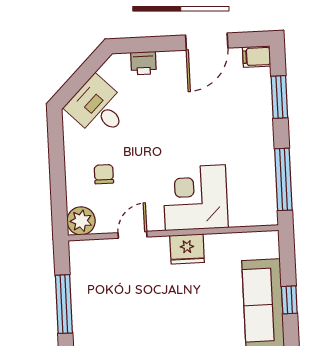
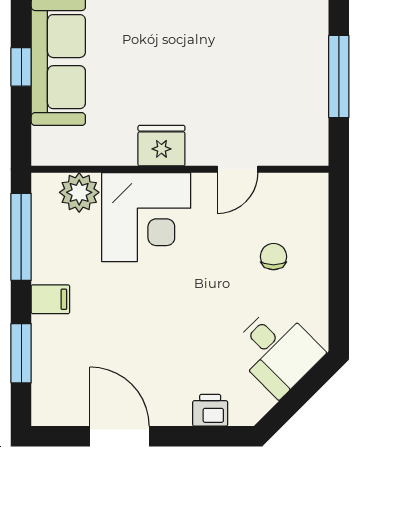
door: (207, 42) -> (119, 436), hinge flipped
filing cabinet: (257, 57) -> (50, 299), moved
chair: (104, 174) -> (273, 257), turned 180
plant: (81, 221) -> (79, 192), moved

